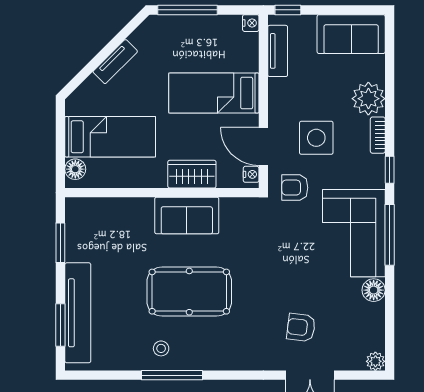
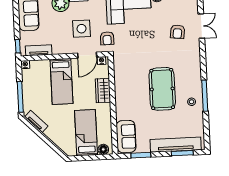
tv unit: (115, 62) -> (36, 121), moved
sofa: (187, 216) -> (126, 137), moved

